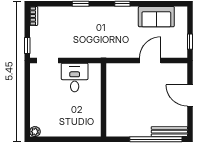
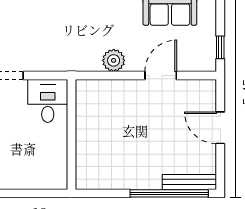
plant: (119, 50) -> (114, 60), added
wall: (103, 100) -> (72, 134), moved

